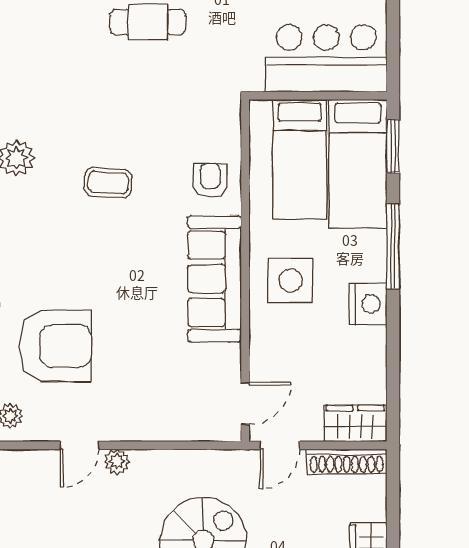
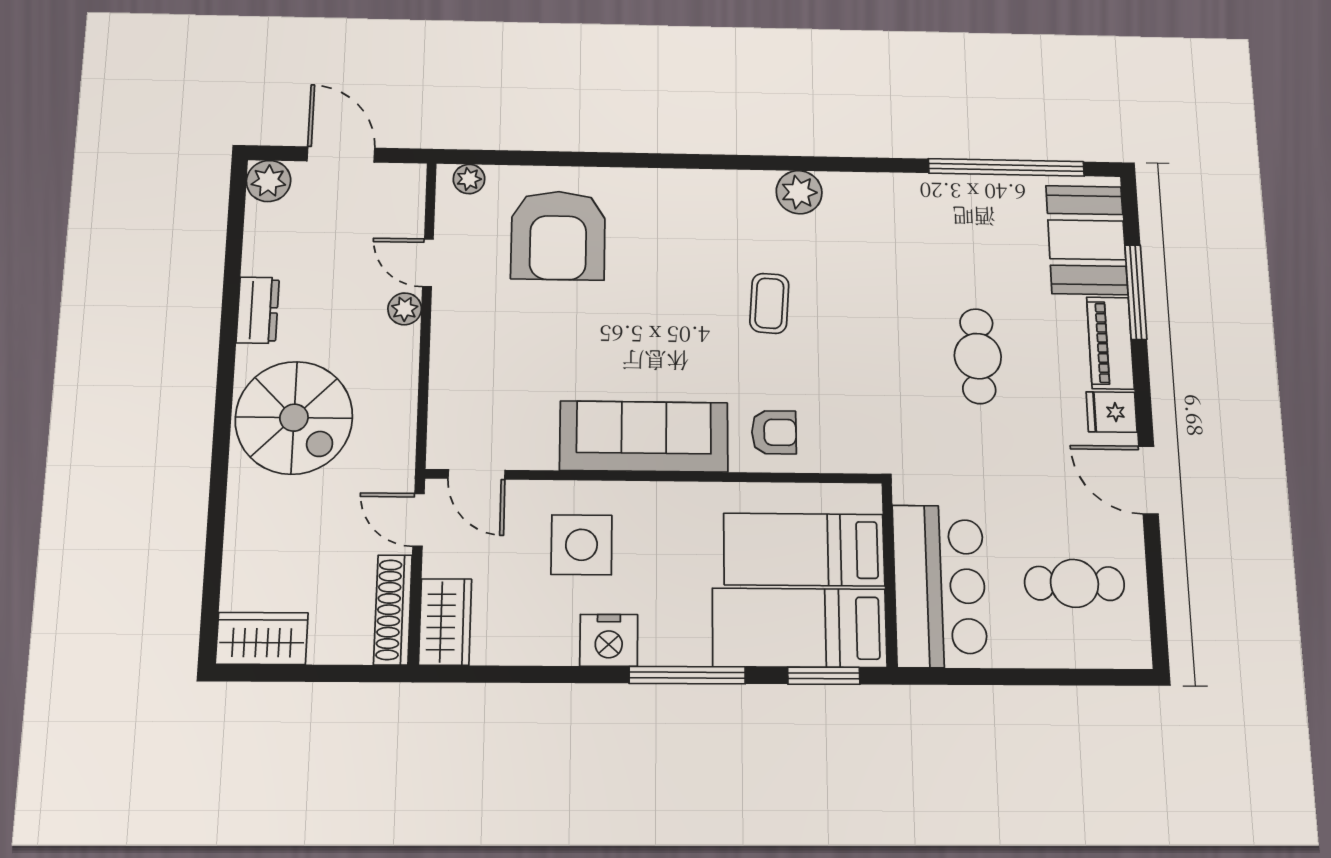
side table: (291, 280) -> (581, 545), moved

